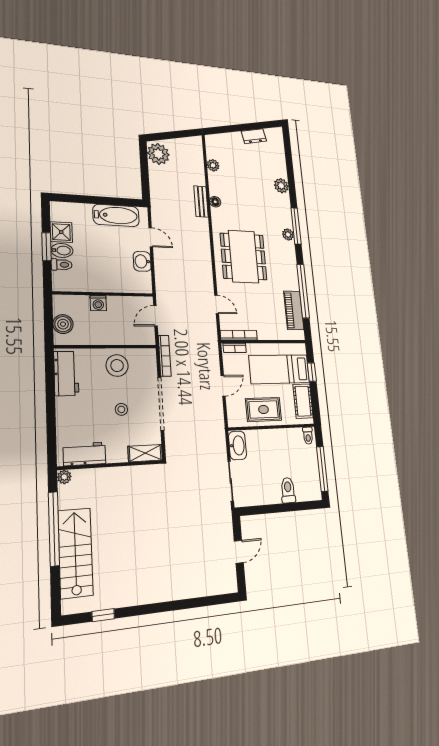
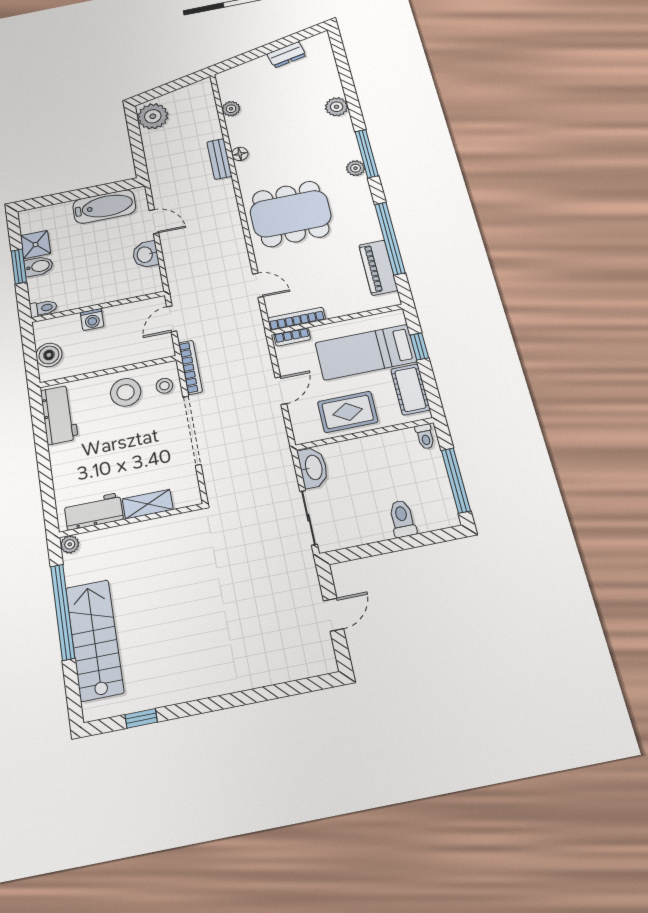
dining table: (244, 257) -> (291, 214), turned 90
toilet: (62, 265) -> (43, 308), moved
stool: (121, 409) -> (164, 386), moved
shelving: (145, 453) -> (148, 504), moved

